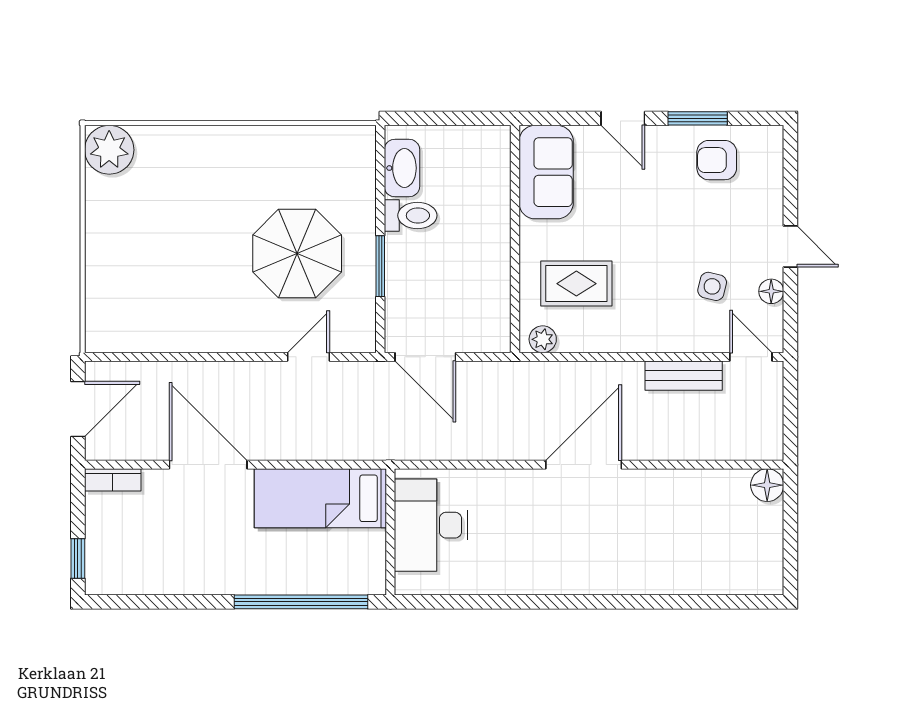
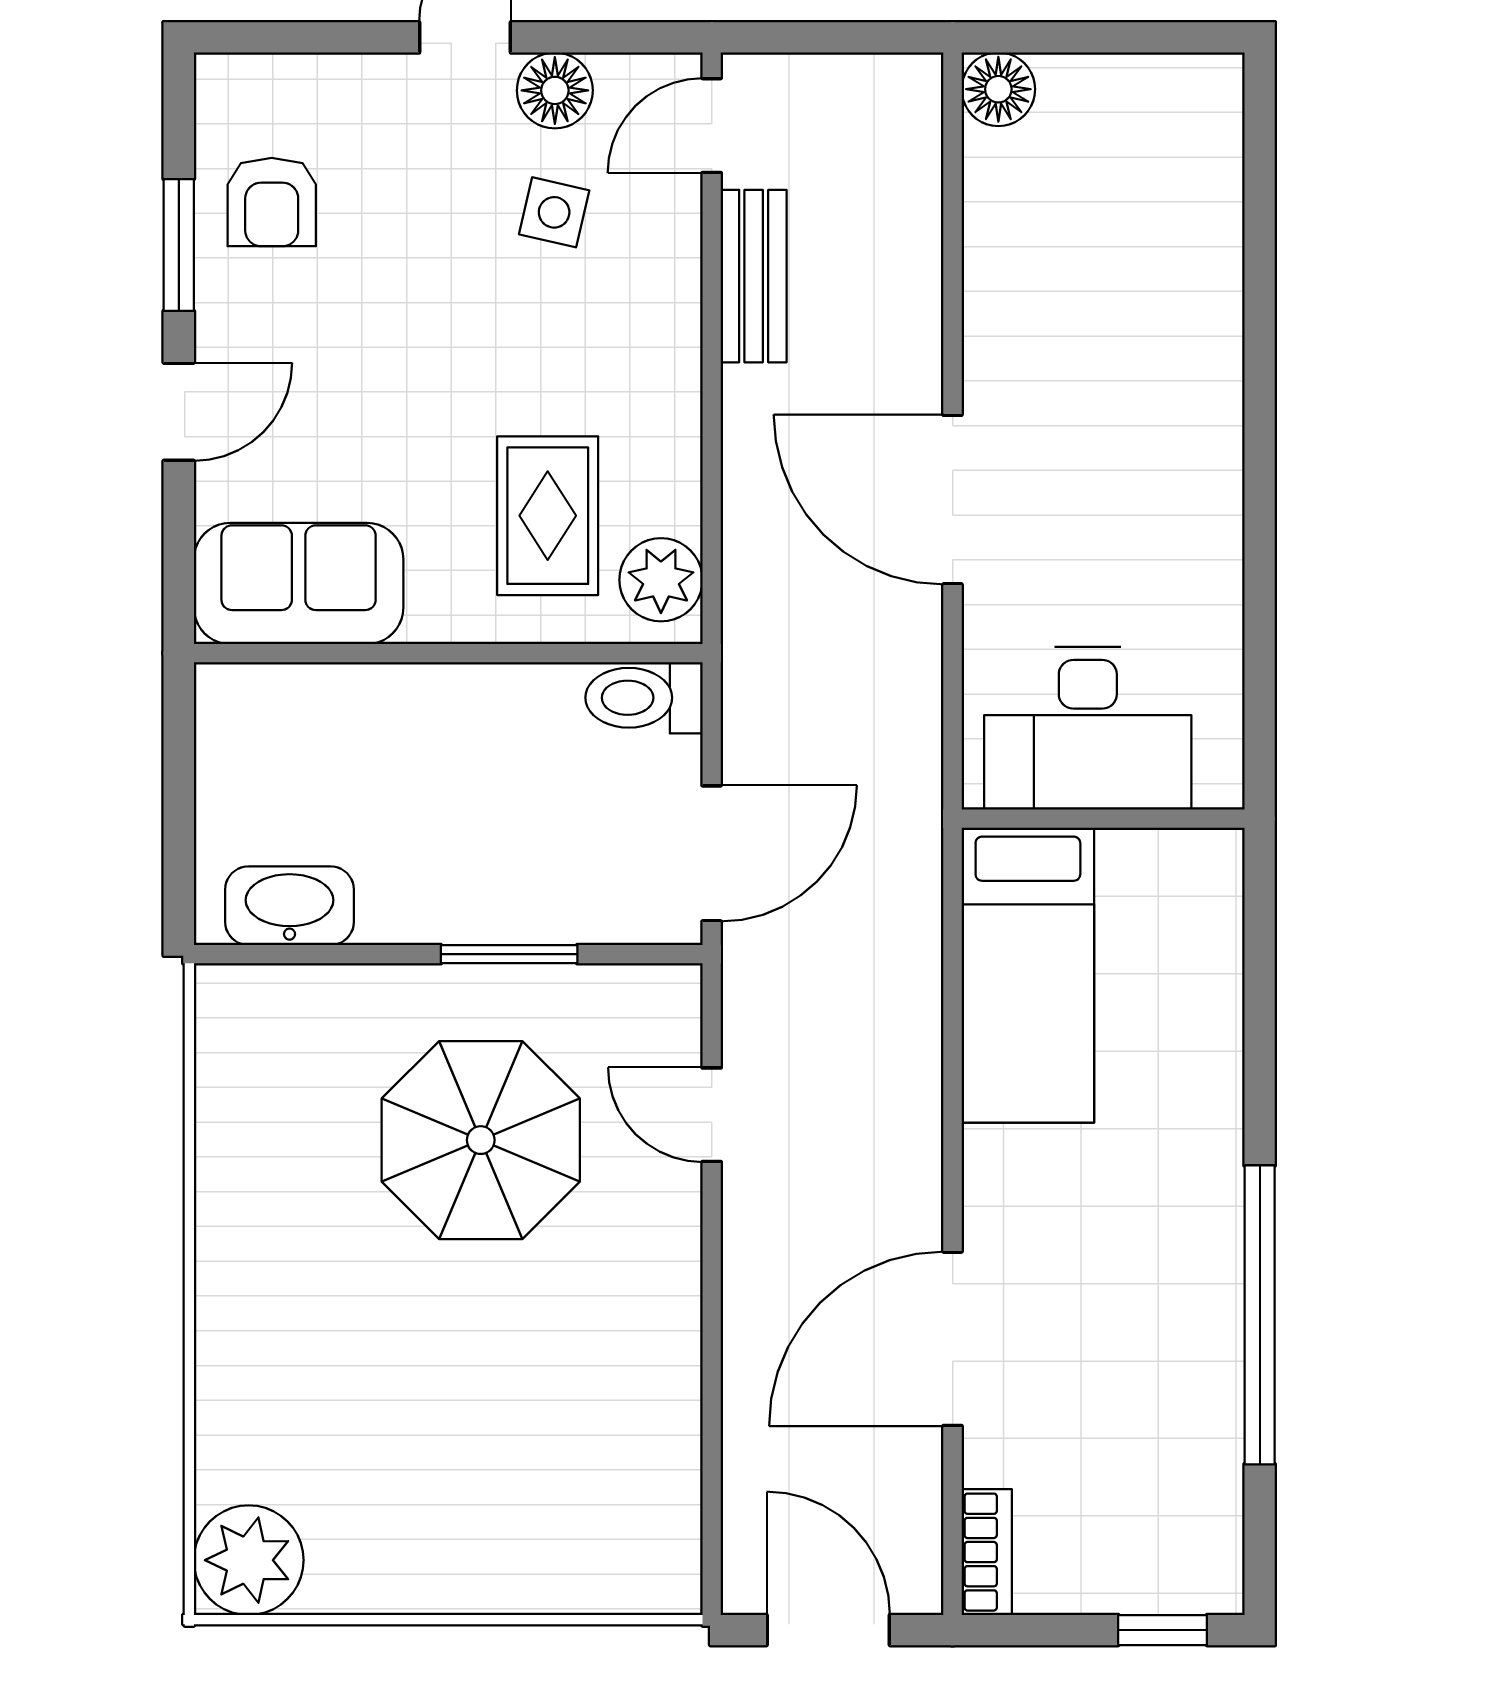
toilet: (411, 215) -> (644, 698), moved, turned -90
floor lamp: (771, 291) -> (555, 90), width x1.37, depth x1.37
plant: (543, 339) -> (661, 580), width x1.38, depth x1.38
bed: (320, 498) -> (1028, 975), moved
desk: (431, 525) -> (1088, 728), moved
wall: (390, 532) -> (1103, 819), moved
window: (301, 602) -> (1260, 1315), moved

